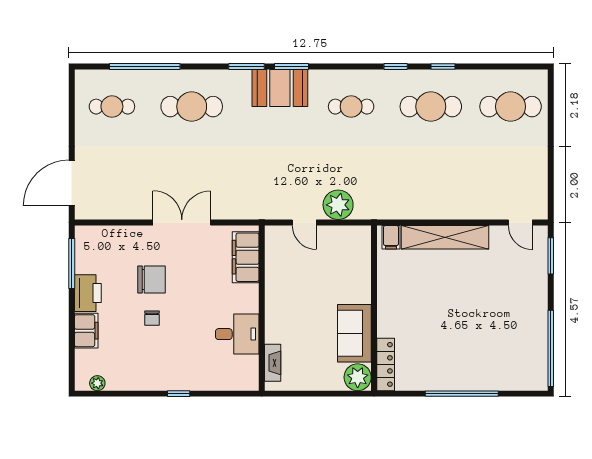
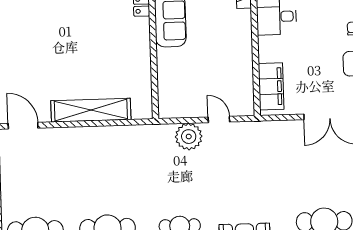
door: (520, 223) -> (23, 126), width x1.38
filing cabinet: (391, 237) -> (140, 109), removed

